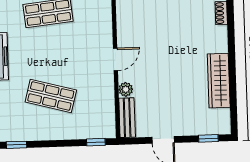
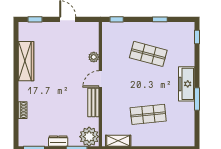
bench: (127, 118) -> (93, 102), moved
window: (17, 145) -> (160, 19), moved

